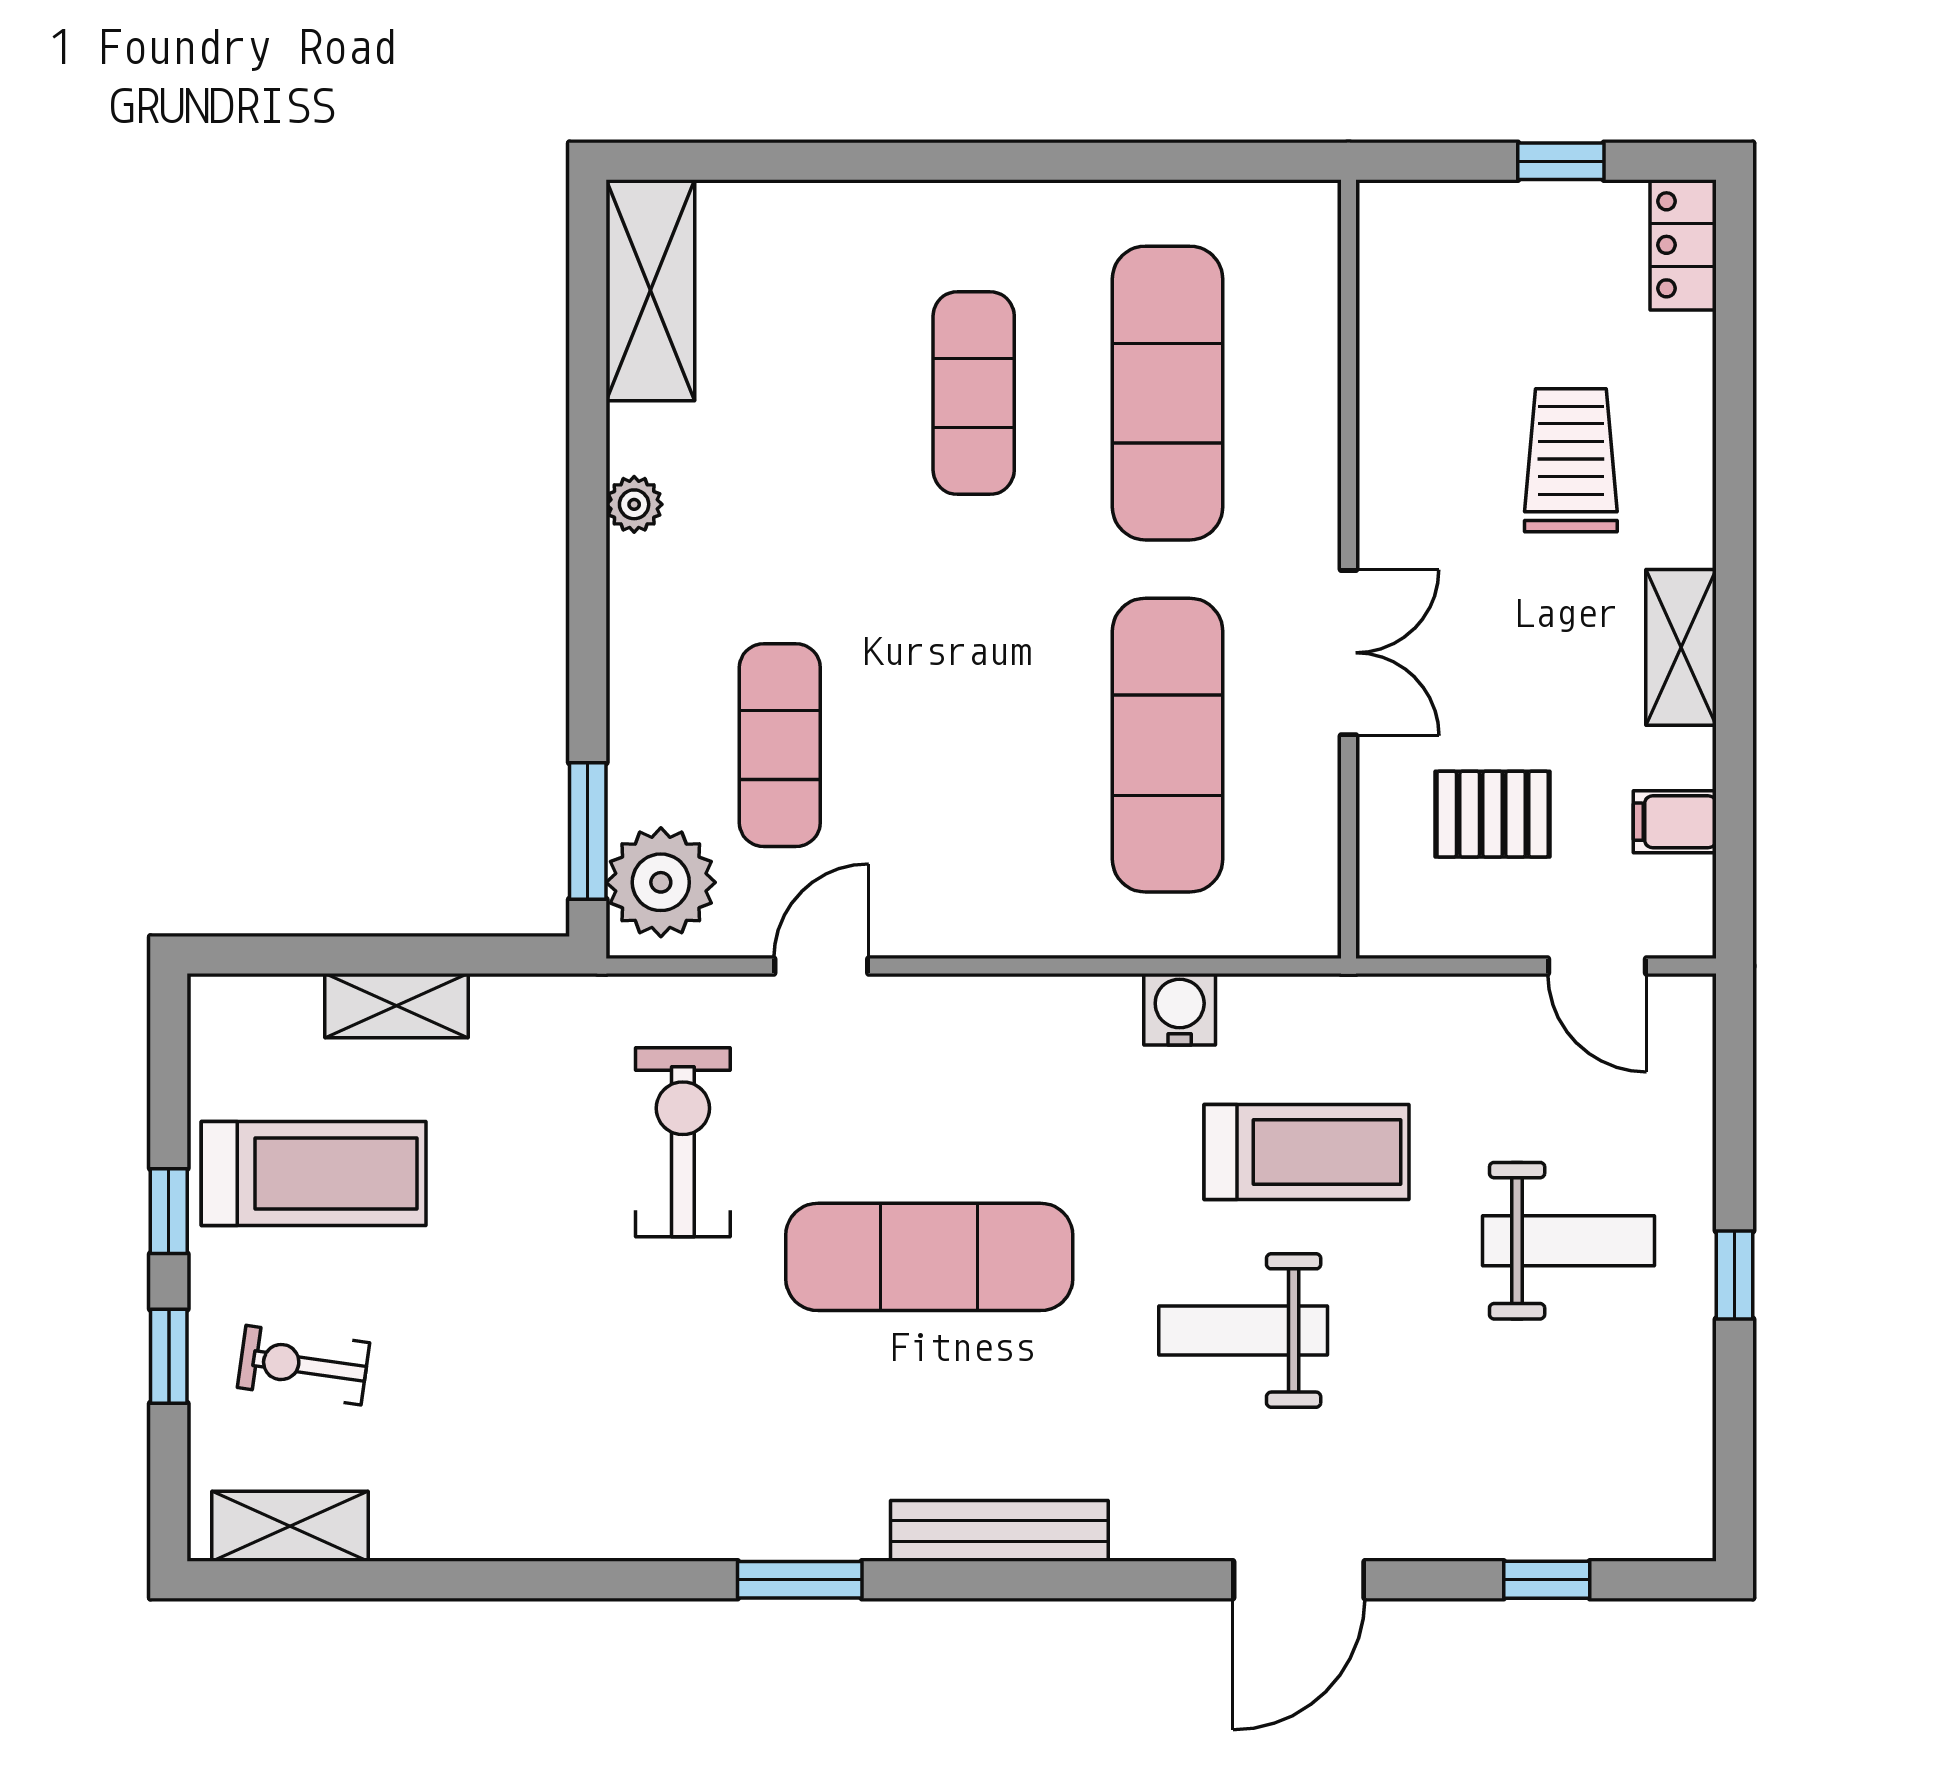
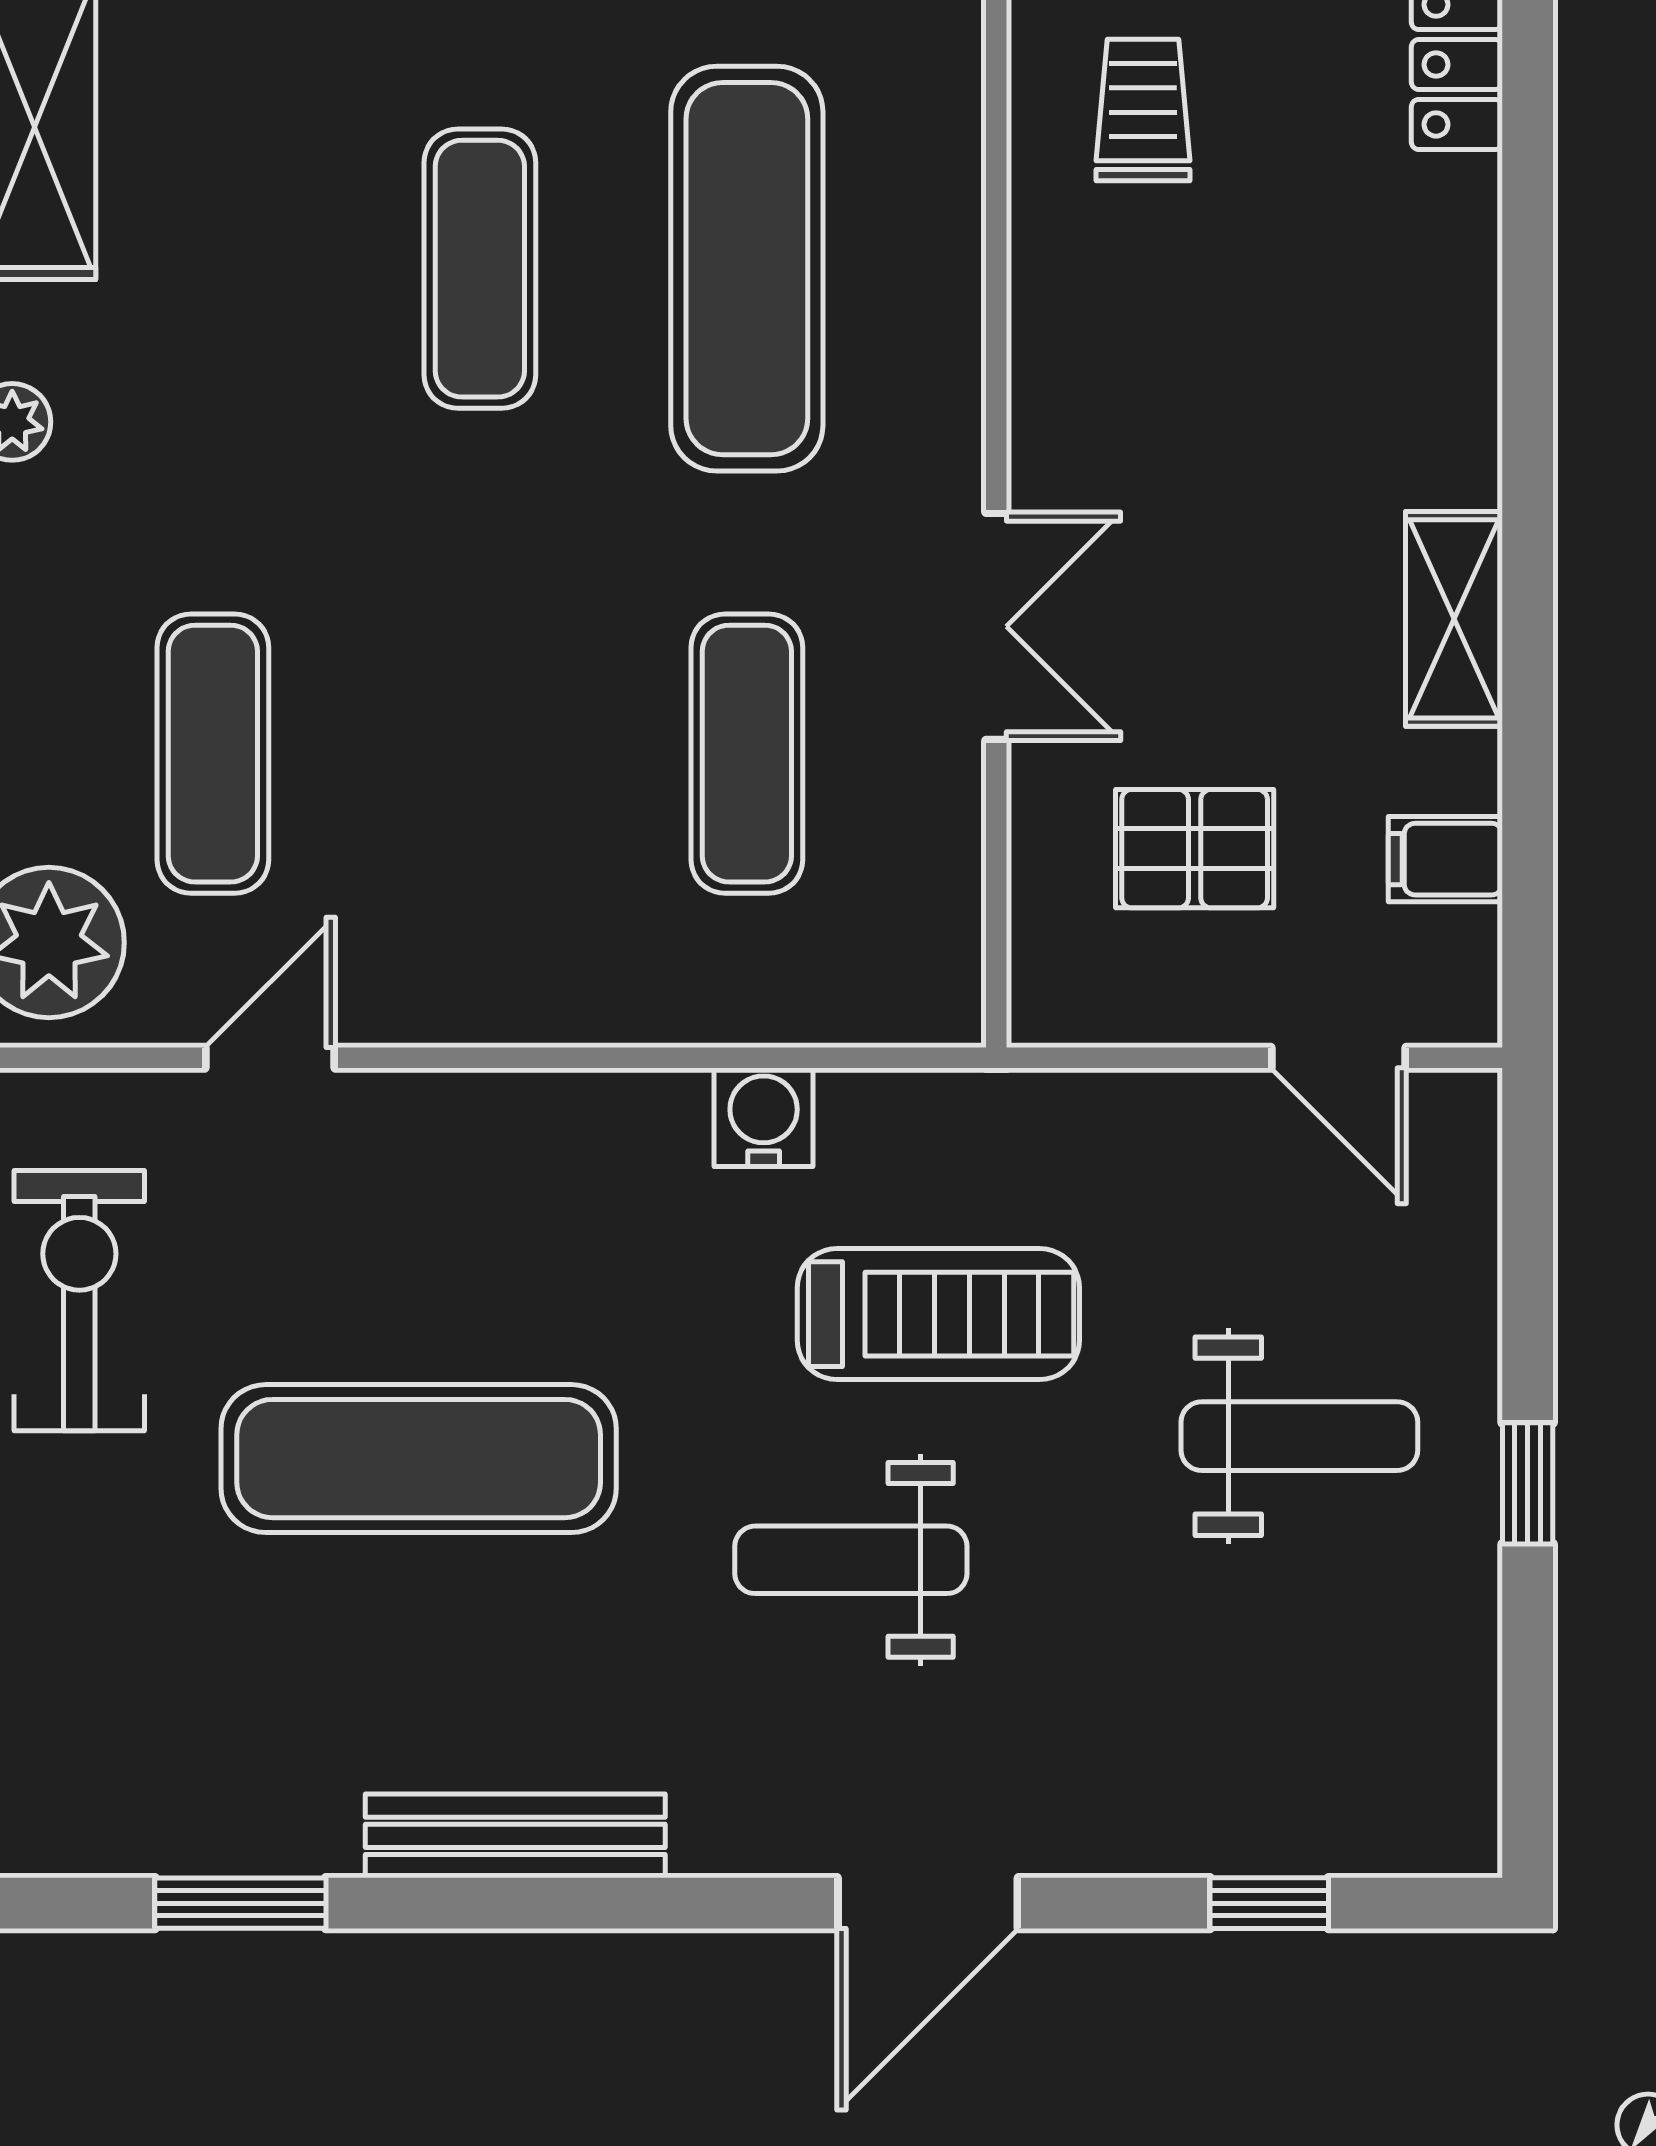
trolley: (1571, 460) -> (1143, 110), moved, width x0.73, depth x0.72
exercise mat: (1168, 745) -> (747, 754), width x0.73, depth x0.69

